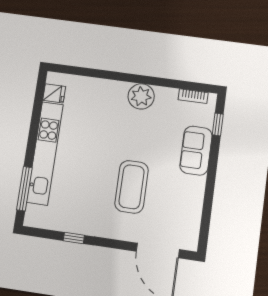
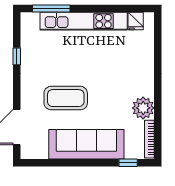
plant: (141, 96) -> (143, 108), moved
bookcase: (193, 96) -> (149, 139), width x1.56
sofa: (196, 151) -> (86, 144), width x1.85, depth x1.27

